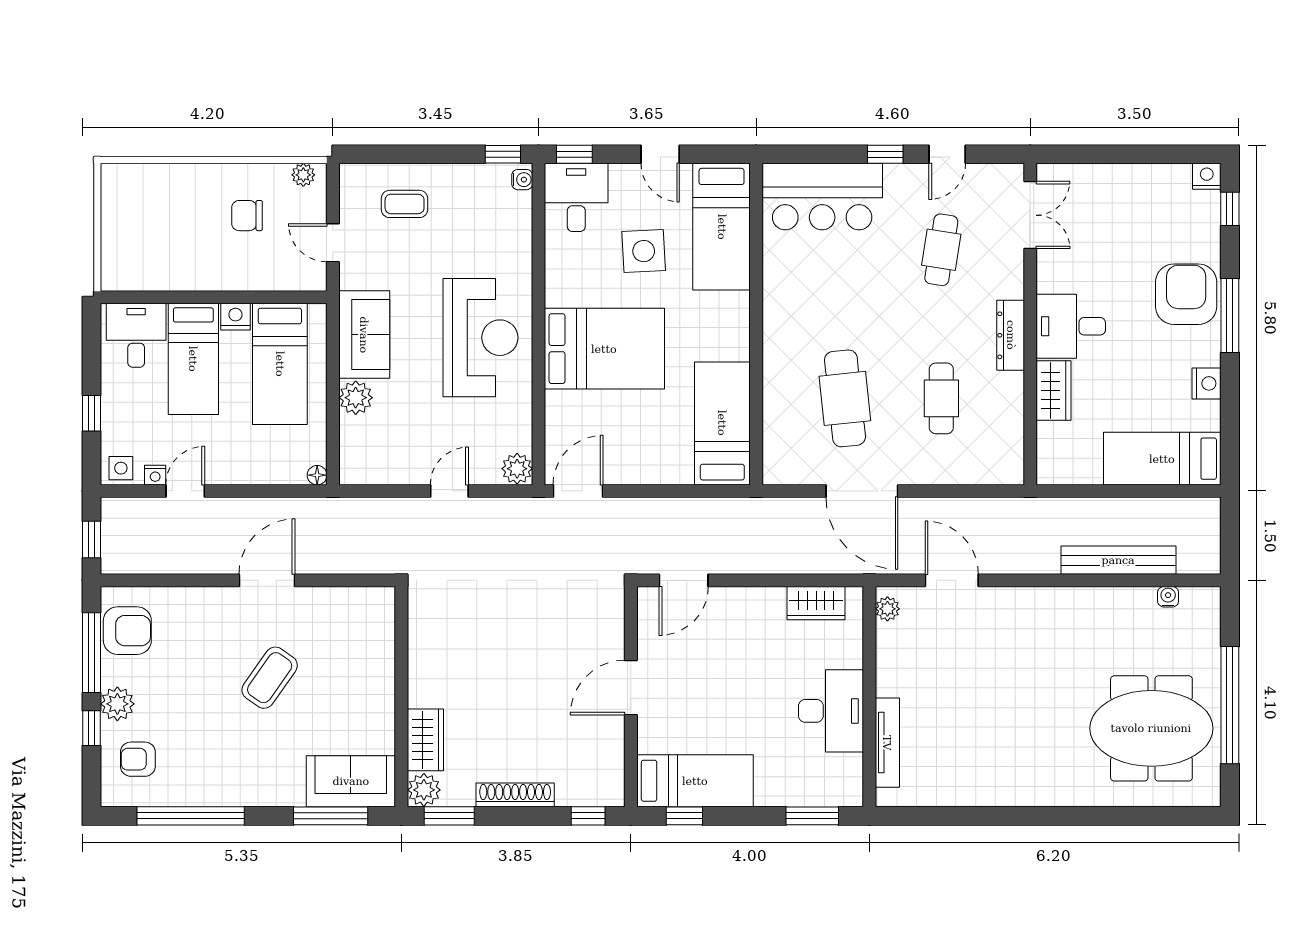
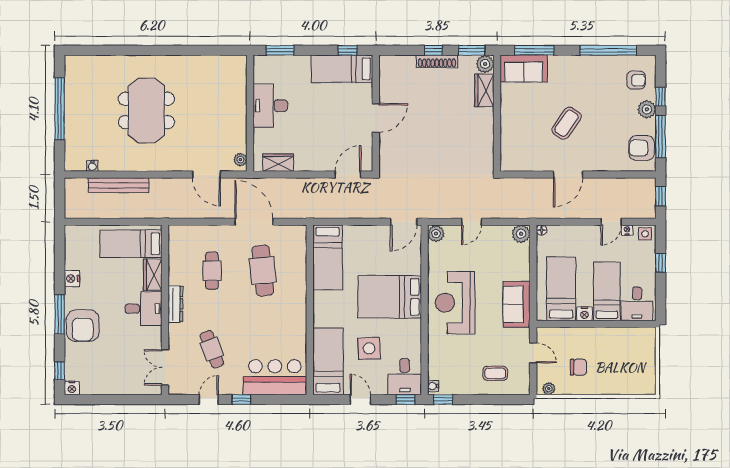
cafe table: (941, 250) -> (212, 349), turned -30
plant: (356, 398) -> (521, 234), moved
bed: (1162, 459) -> (131, 244), moved, turned 180
meeting table: (1151, 728) -> (146, 110), moved, turned 90
tv unit: (887, 743) -> (240, 89), removed
window: (588, 816) -> (433, 50), moved

